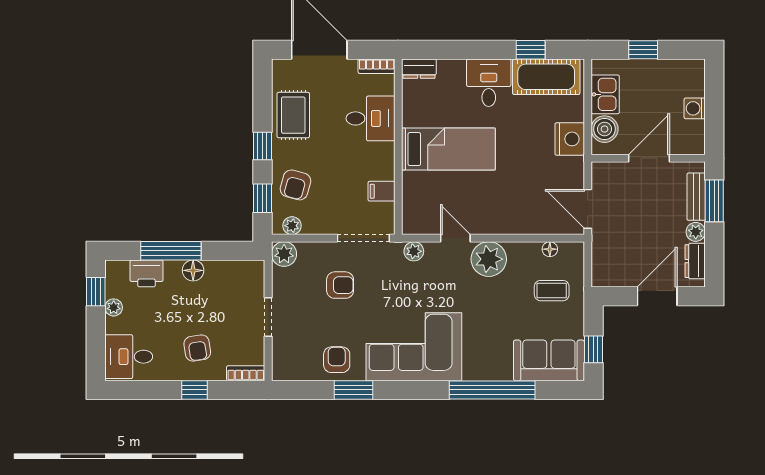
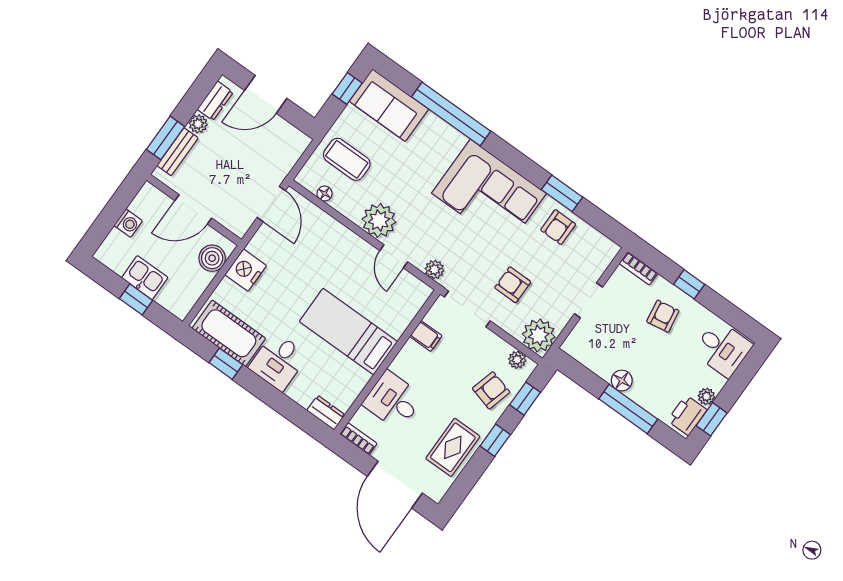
kitchen sink: (605, 94) -> (145, 278), moved, turned 90
plant: (284, 254) -> (539, 335), width x1.36, depth x1.36
printer: (146, 273) -> (687, 415), moved, turned -90
coffee table: (552, 291) -> (347, 159), width x1.36, depth x1.30

